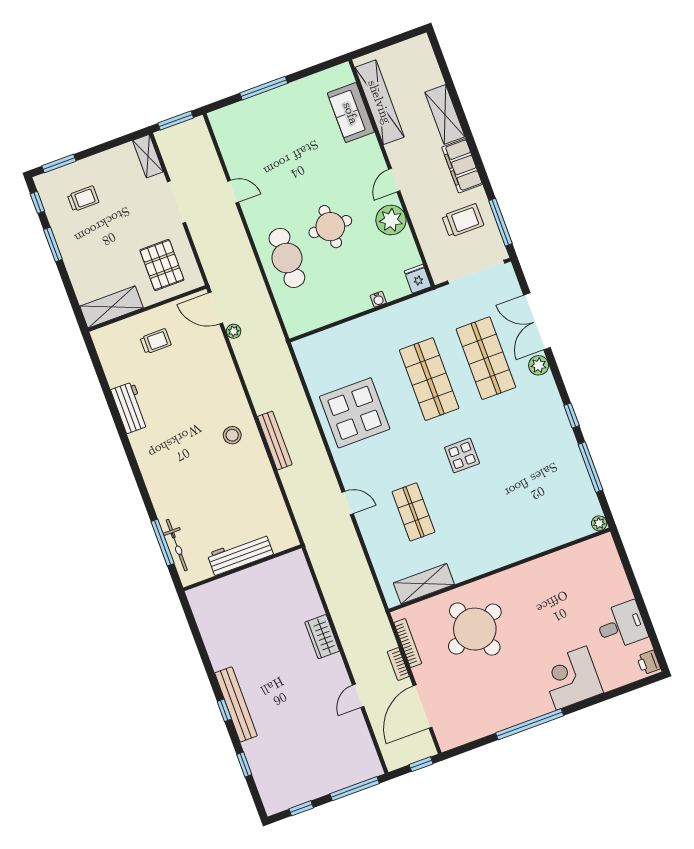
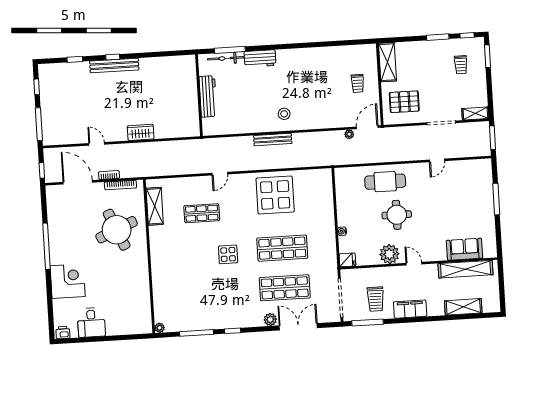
shelving: (445, 114) -> (463, 307), moved
workbench: (130, 408) -> (260, 59), moved

